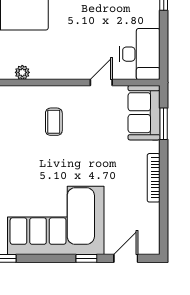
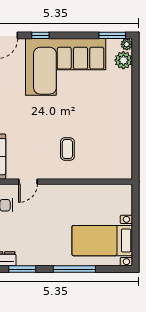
plant: (22, 72) -> (94, 190), removed

